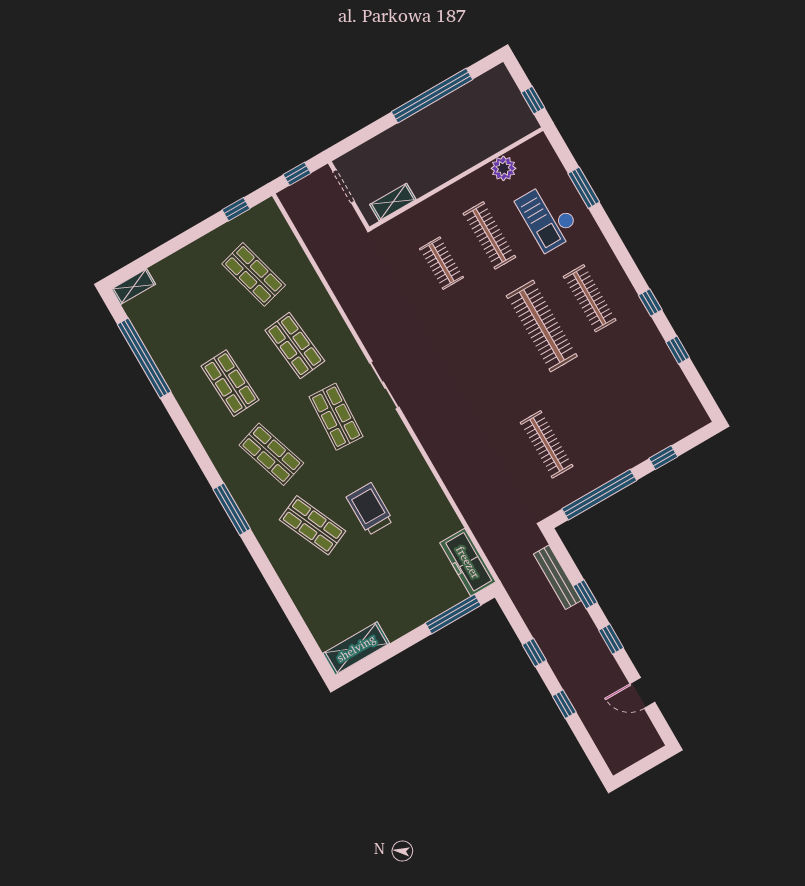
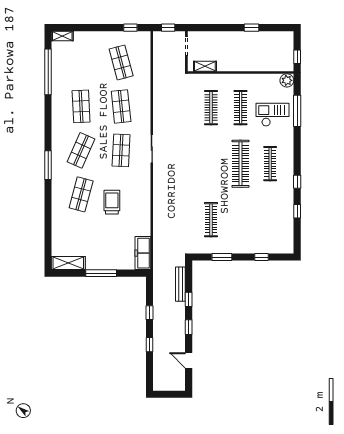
window: (432, 96) -> (251, 28), width x0.32
plant: (503, 168) -> (287, 80), moved
window: (584, 188) -> (297, 111), width x1.44
checkout: (548, 217) -> (273, 115), turned 90
clothes rail: (441, 263) -> (211, 108), width x1.36
shop shelf: (271, 454) -> (81, 150), turned 42
window: (599, 495) -> (222, 257), width x0.47
shop shelf: (313, 525) -> (81, 194), turned 39
window: (453, 614) -> (101, 273), moved

